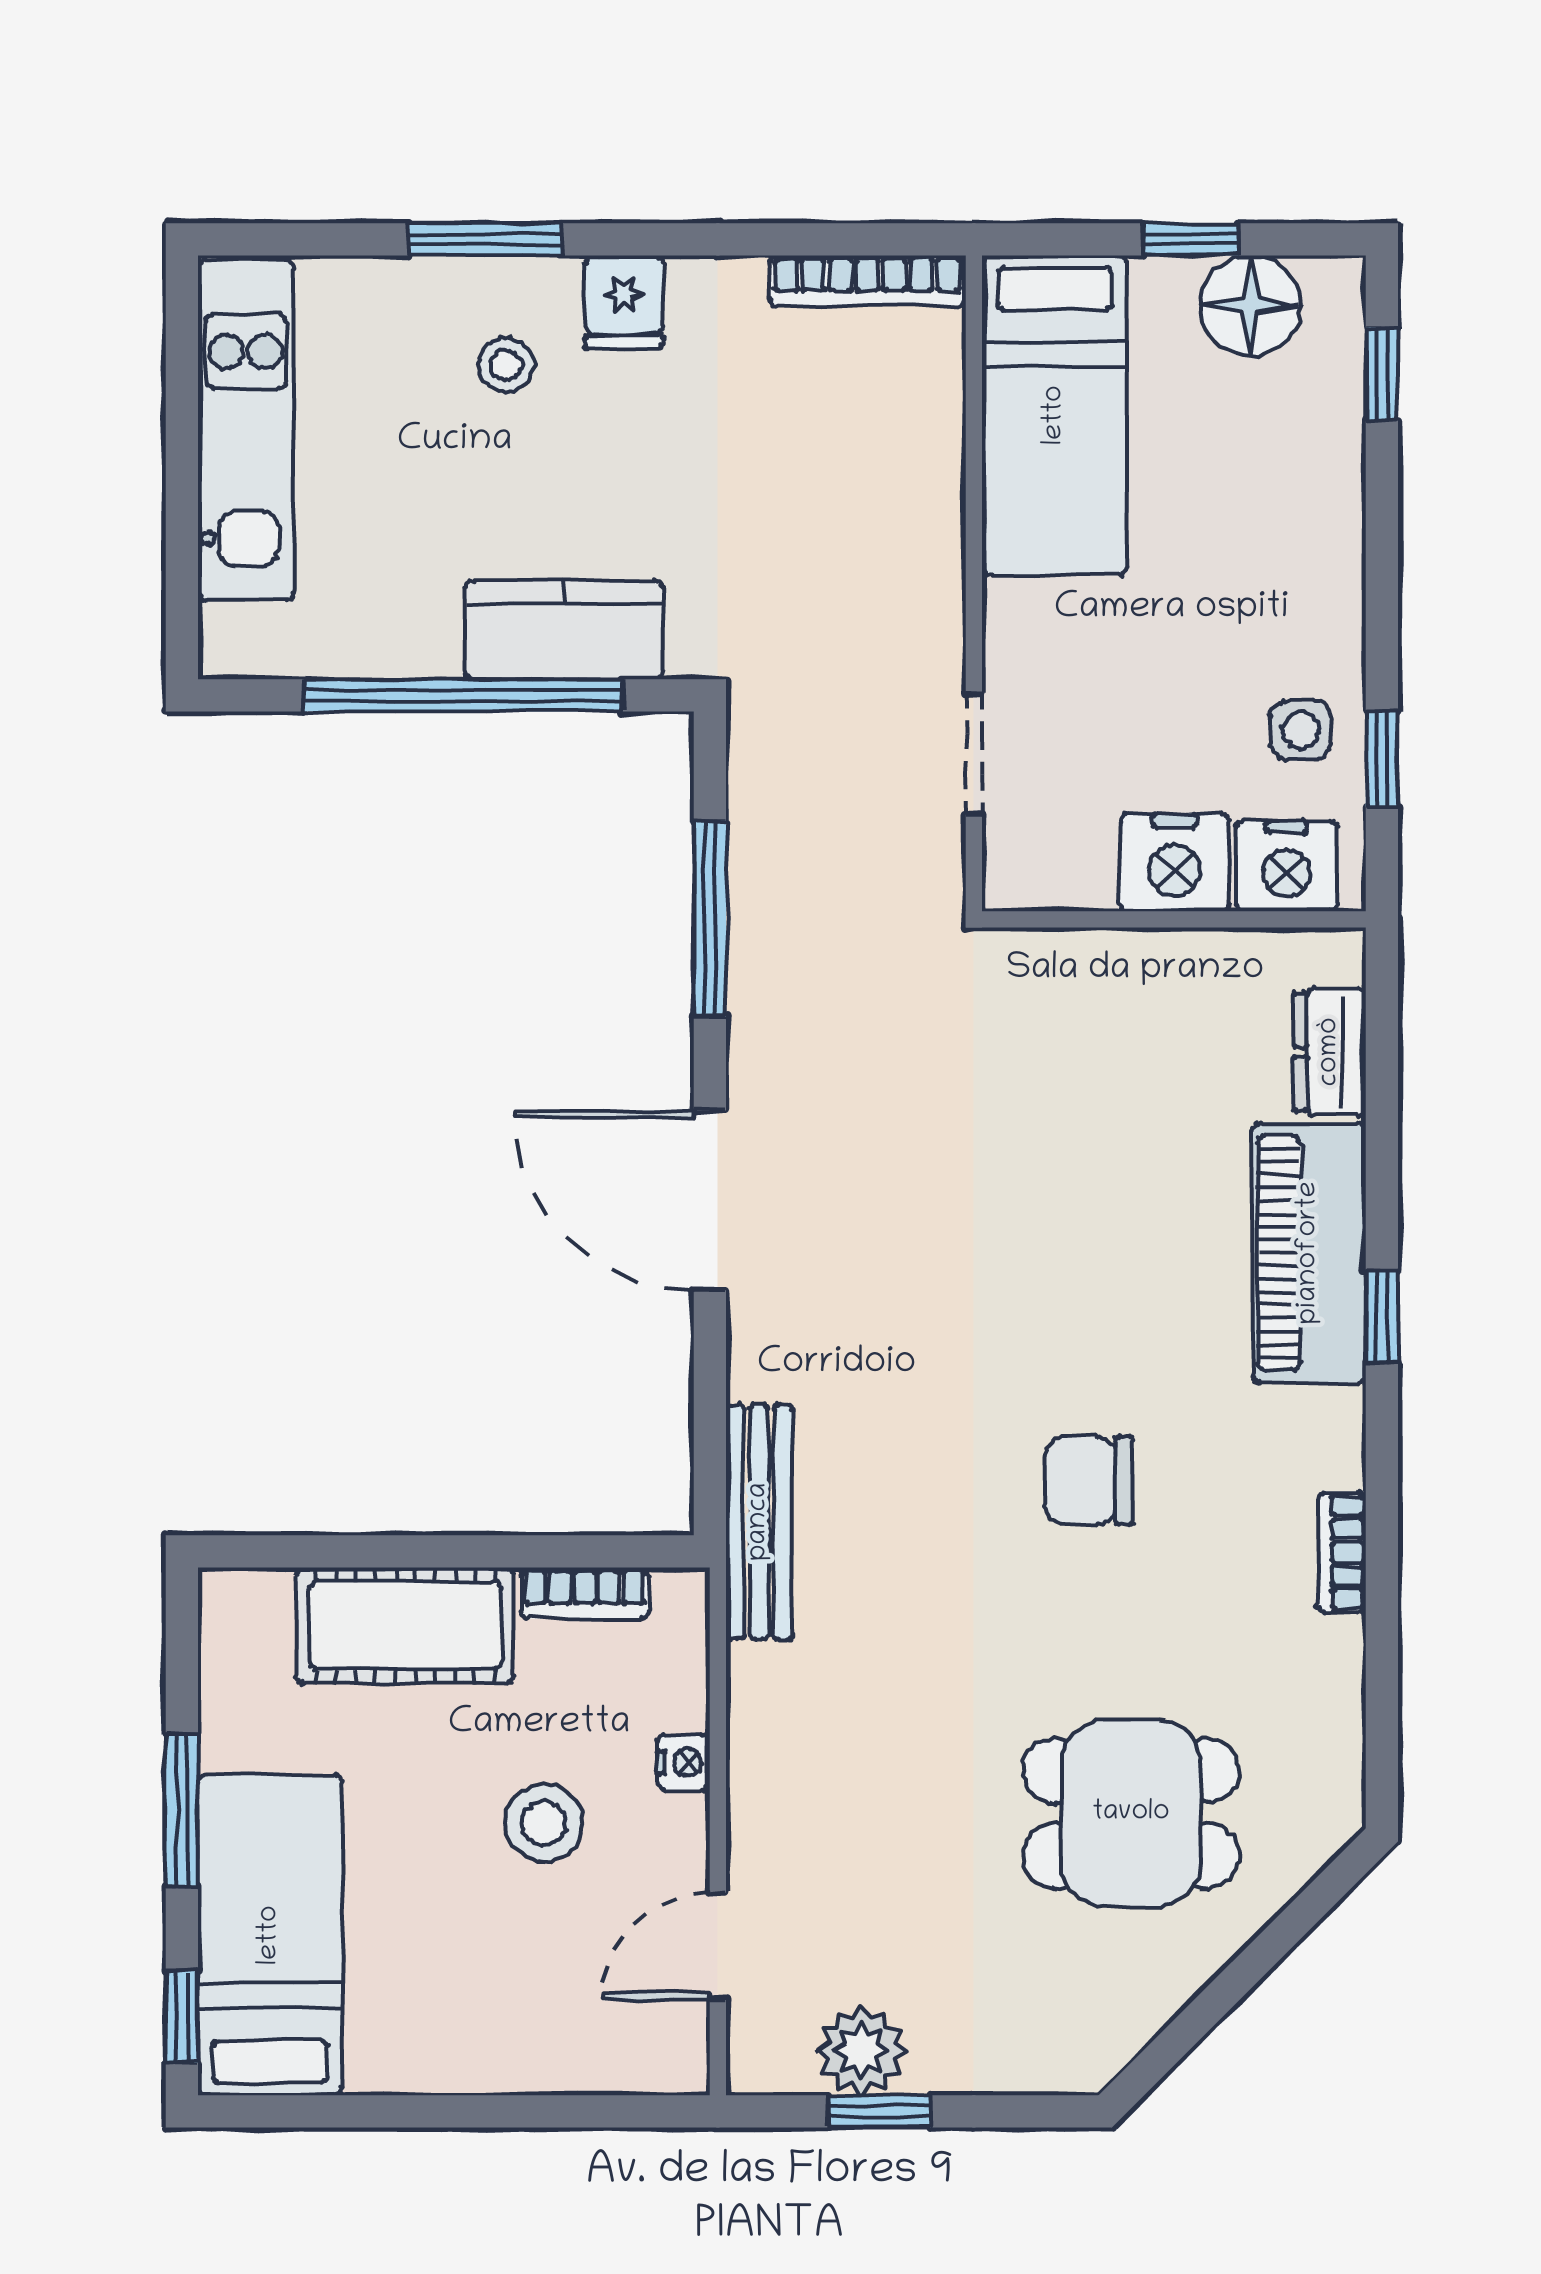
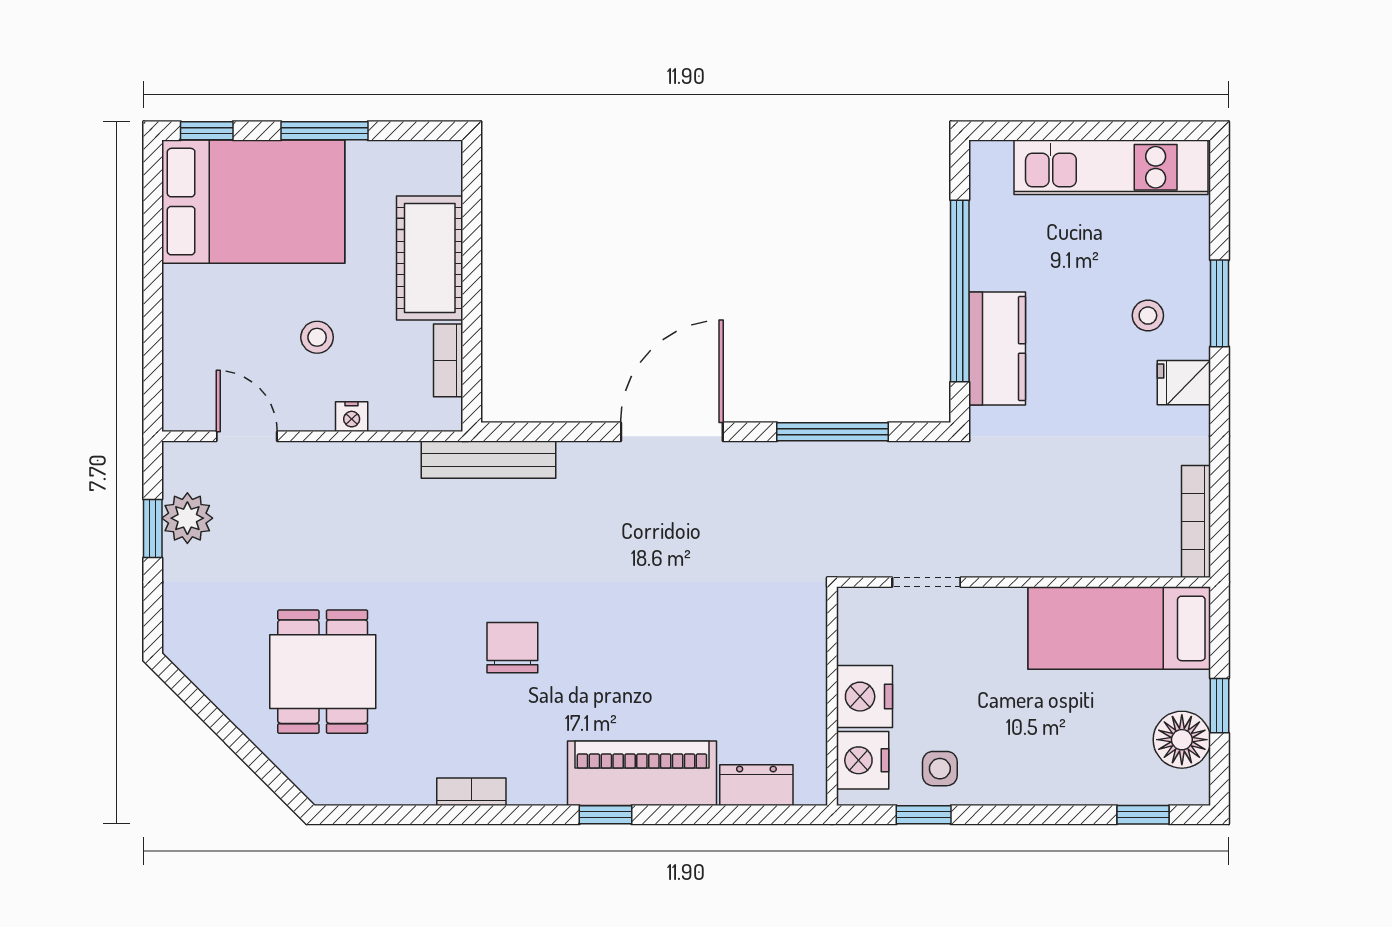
stool: (544, 1823) -> (317, 337), width x0.73, depth x0.73
bed: (270, 1935) -> (253, 202), width x1.50

